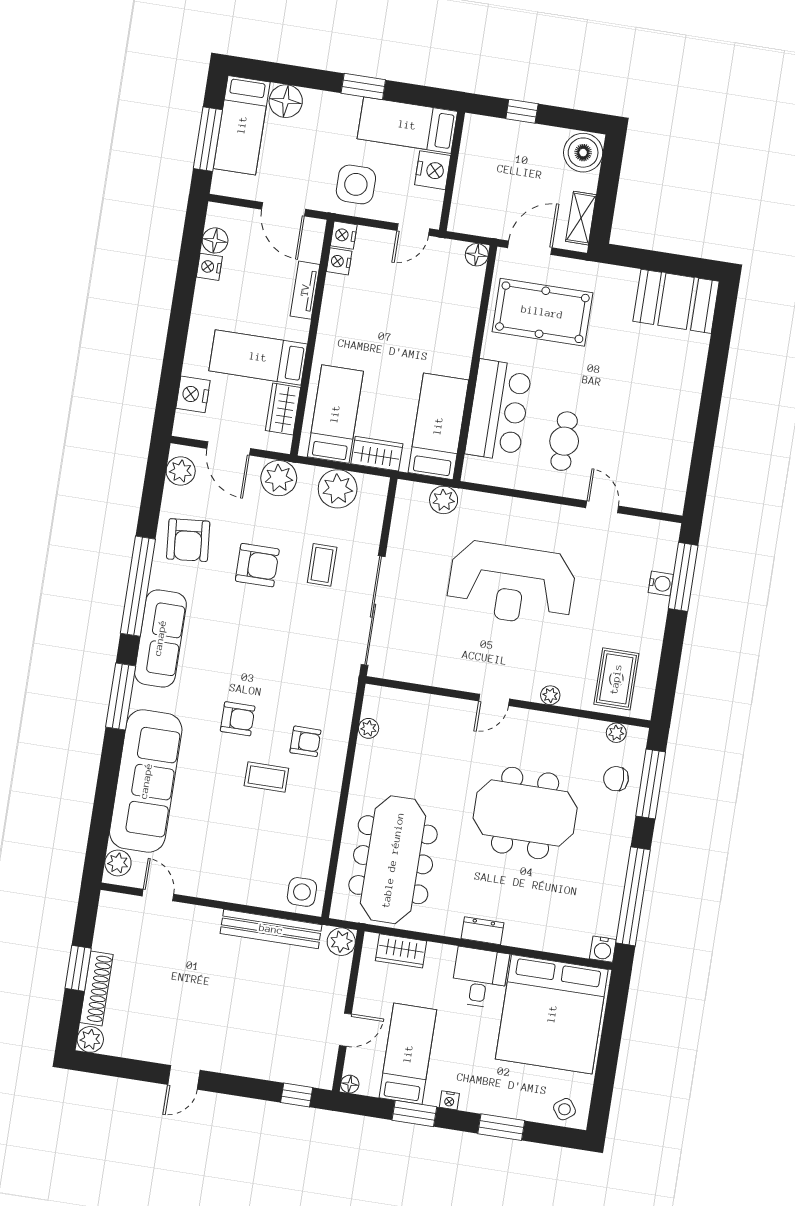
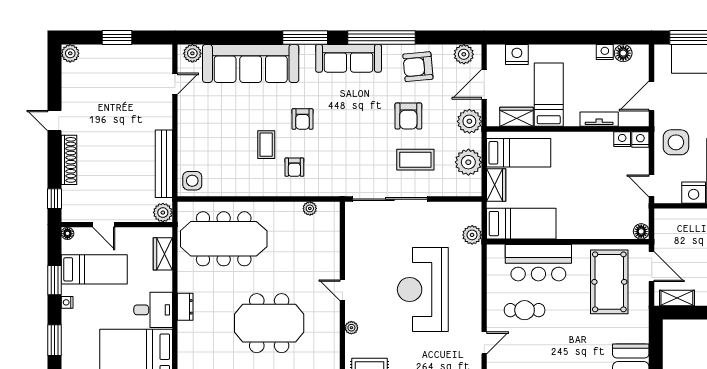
coffee table: (322, 565) -> (415, 160), width x1.36, depth x1.30
meeting table: (525, 813) -> (269, 323), turned 90
shoe rack: (96, 988) -> (69, 160), moved, turned -90

